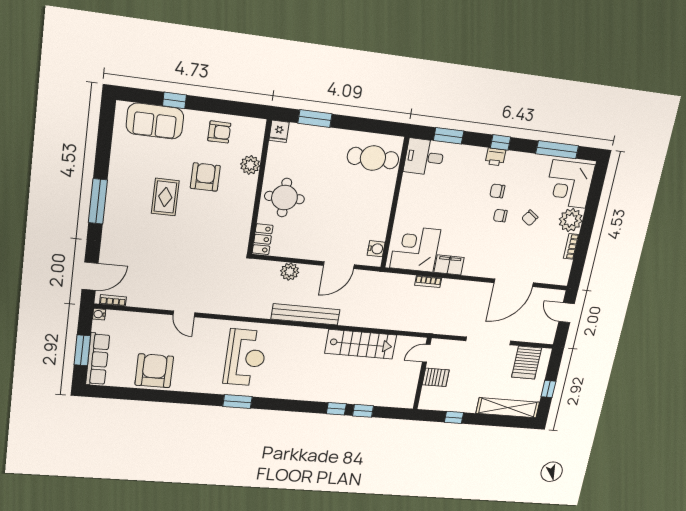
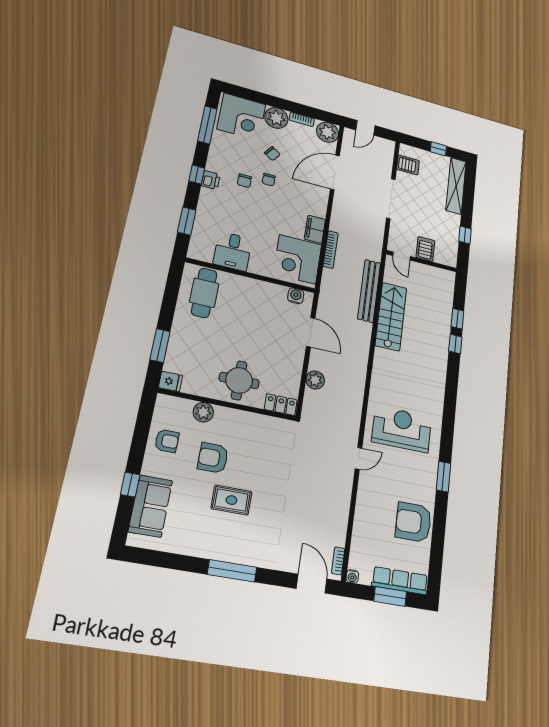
armchair: (219, 132) -> (167, 441), turned 90
desk: (424, 157) -> (233, 251), moved
plant: (558, 274) -> (328, 132), added
bookcase: (428, 282) -> (331, 250), width x1.56
door: (514, 283) -> (335, 172), swing flipped
door: (184, 314) -> (359, 458), moved
bench: (306, 314) -> (369, 291), moved
server rack: (526, 363) -> (408, 165), width x0.73, depth x0.70
window: (237, 402) -> (443, 477), moved

